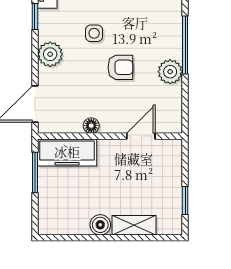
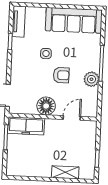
plant: (50, 54) -> (18, 65), removed
floor lamp: (91, 126) -> (46, 106), width x1.89, depth x1.89
boiler: (100, 225) -> (44, 171), removed

